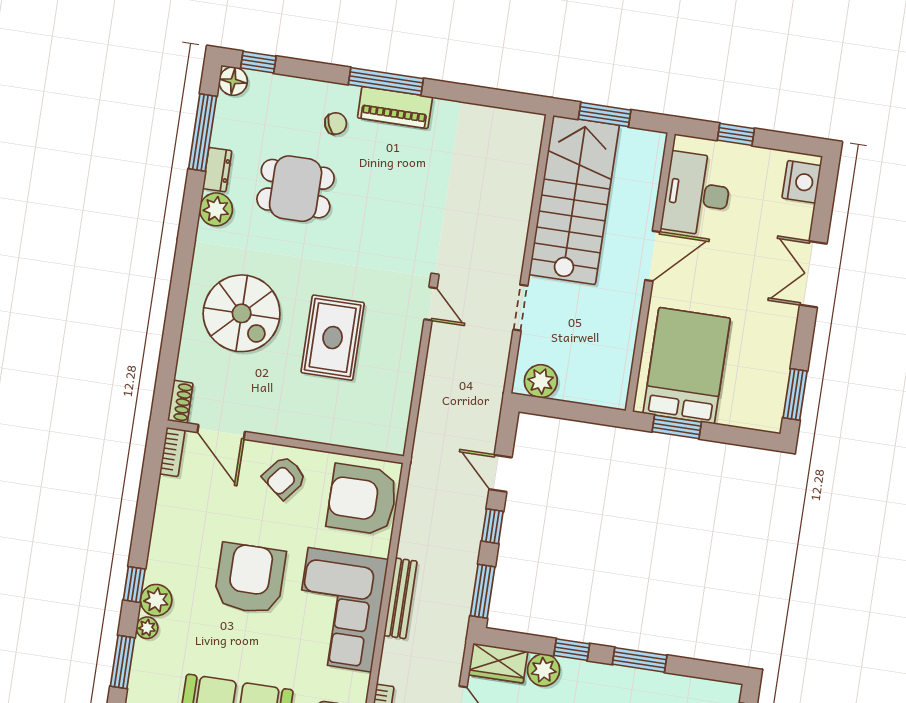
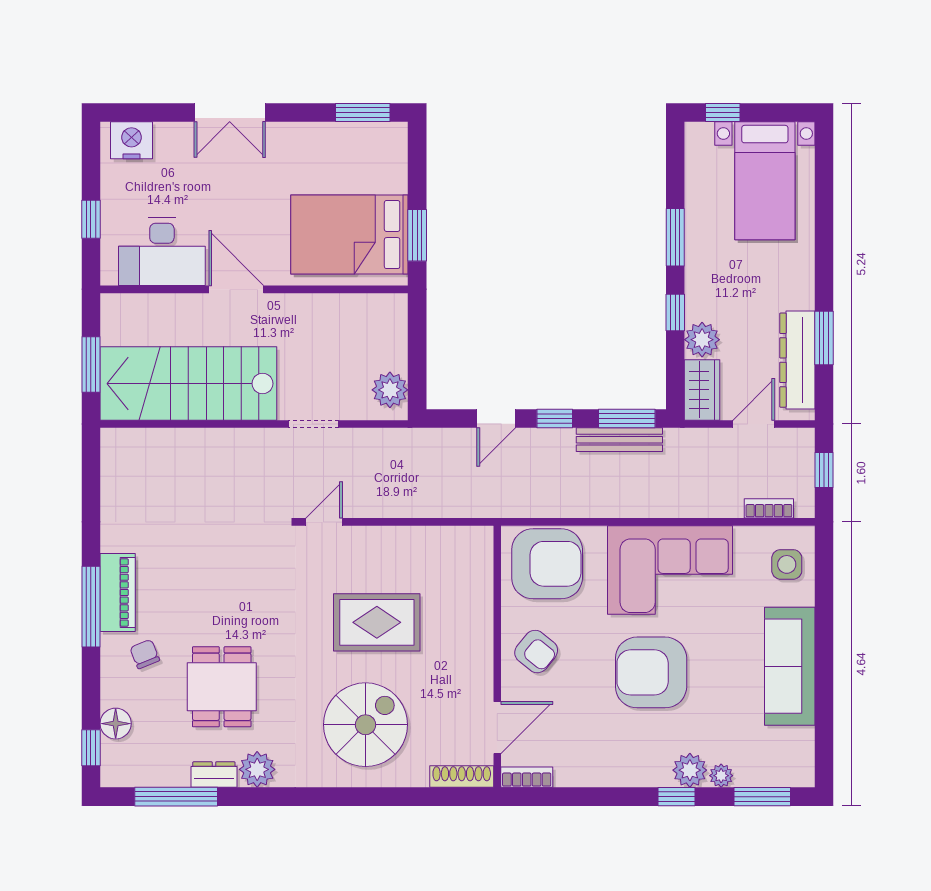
floor lamp: (233, 81) -> (116, 724), moved
shoe rack: (180, 402) -> (462, 777), width x1.43
armchair: (362, 499) -> (547, 564), turned -90
bench: (400, 598) -> (619, 440), moved

